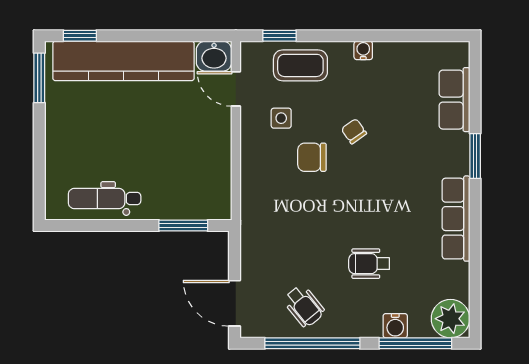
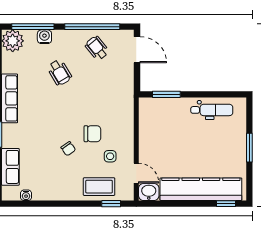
water cooler: (363, 50) -> (26, 195), moved
window: (39, 78) -> (249, 148), moved
wheelchair: (369, 264) -> (60, 72), turned 59

